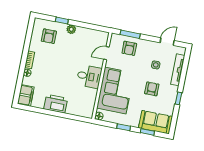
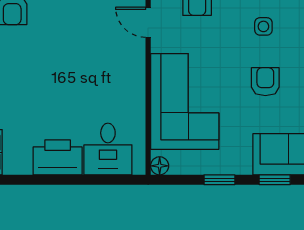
door: (106, 53) -> (148, 22), hinge flipped
desk: (89, 76) -> (108, 149), moved, turned 90

